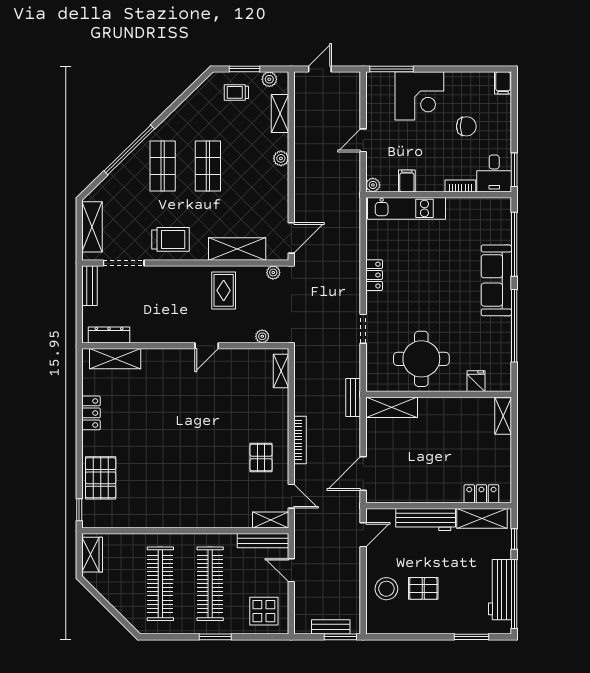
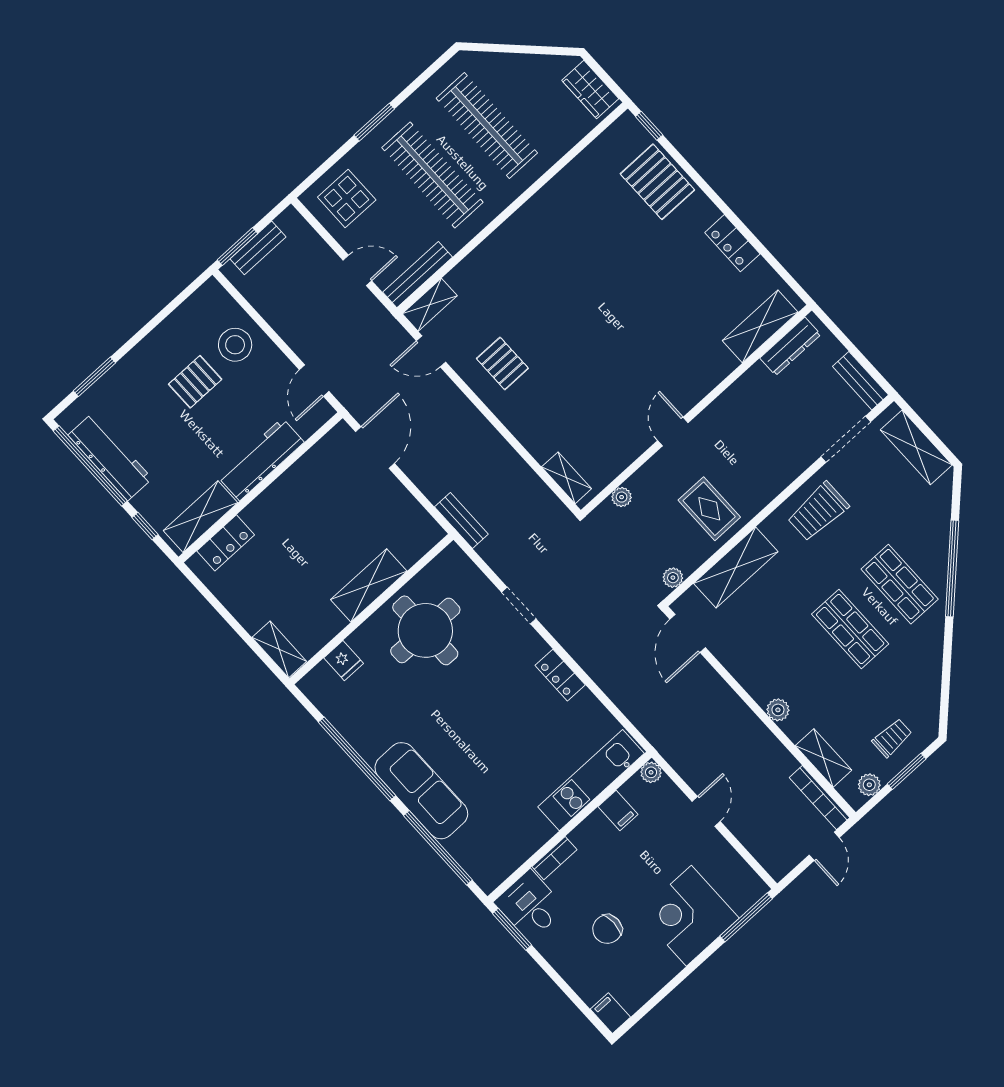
shelving: (392, 407) -> (369, 585), moved
bookcase: (300, 440) -> (819, 798), moved

